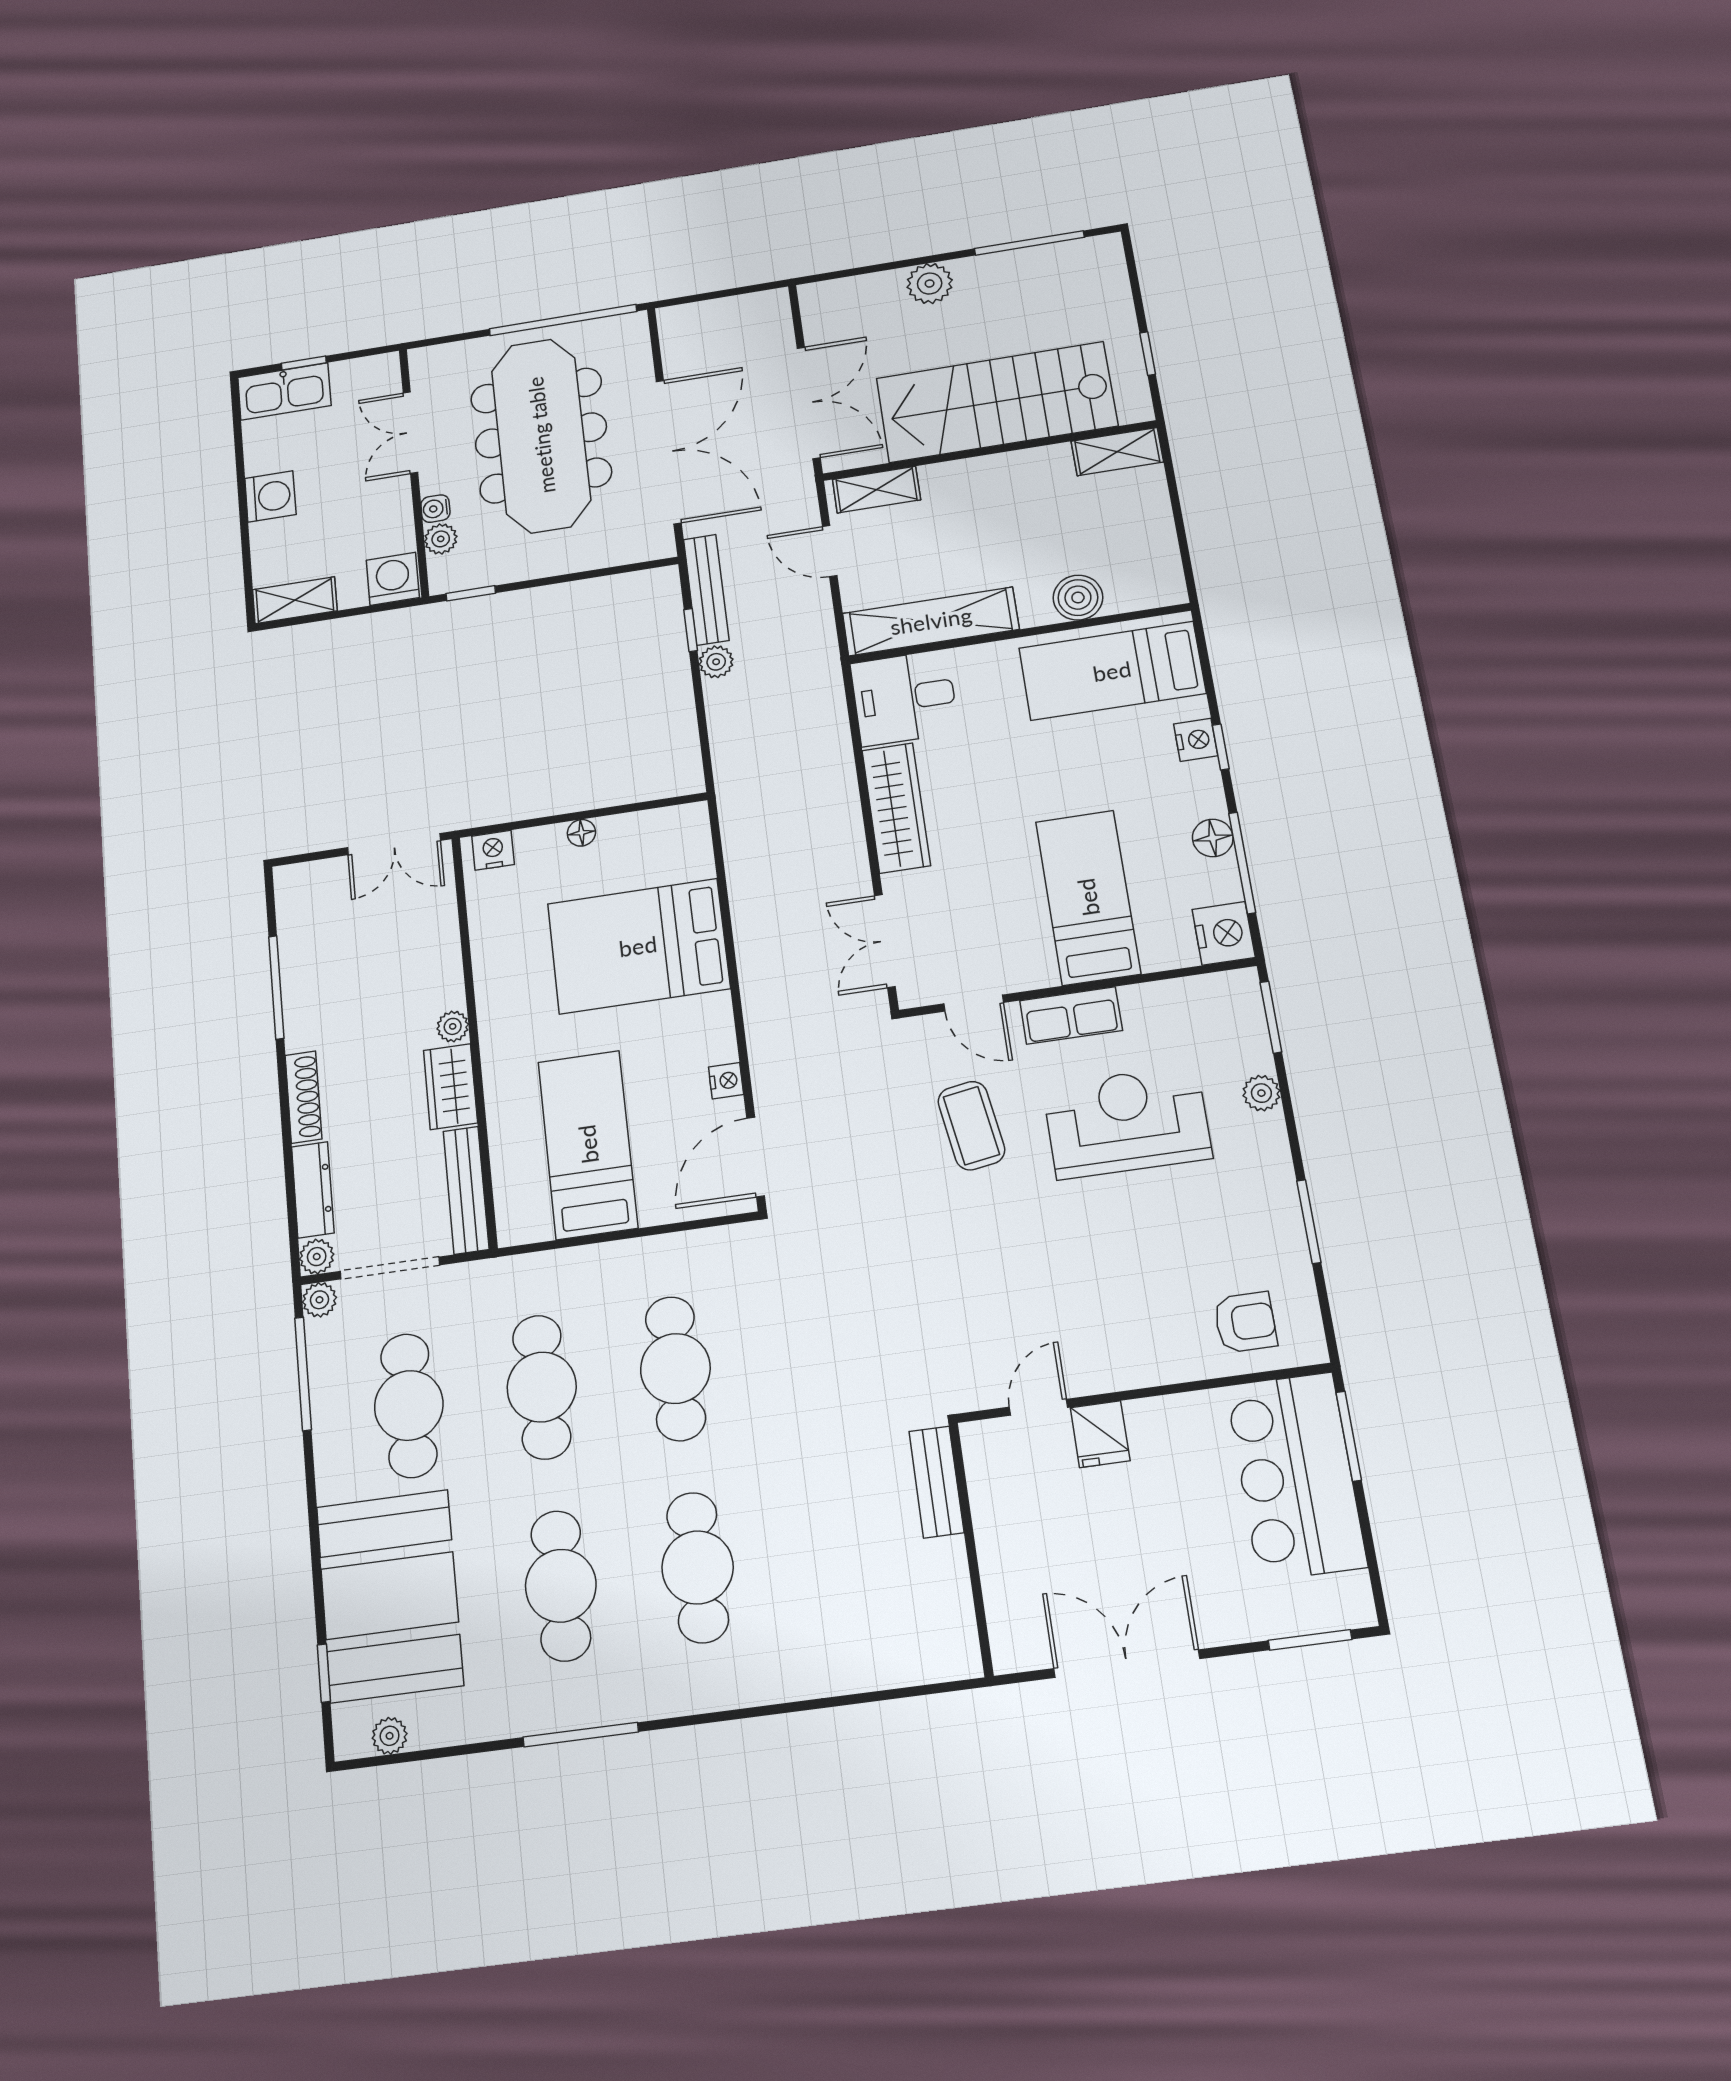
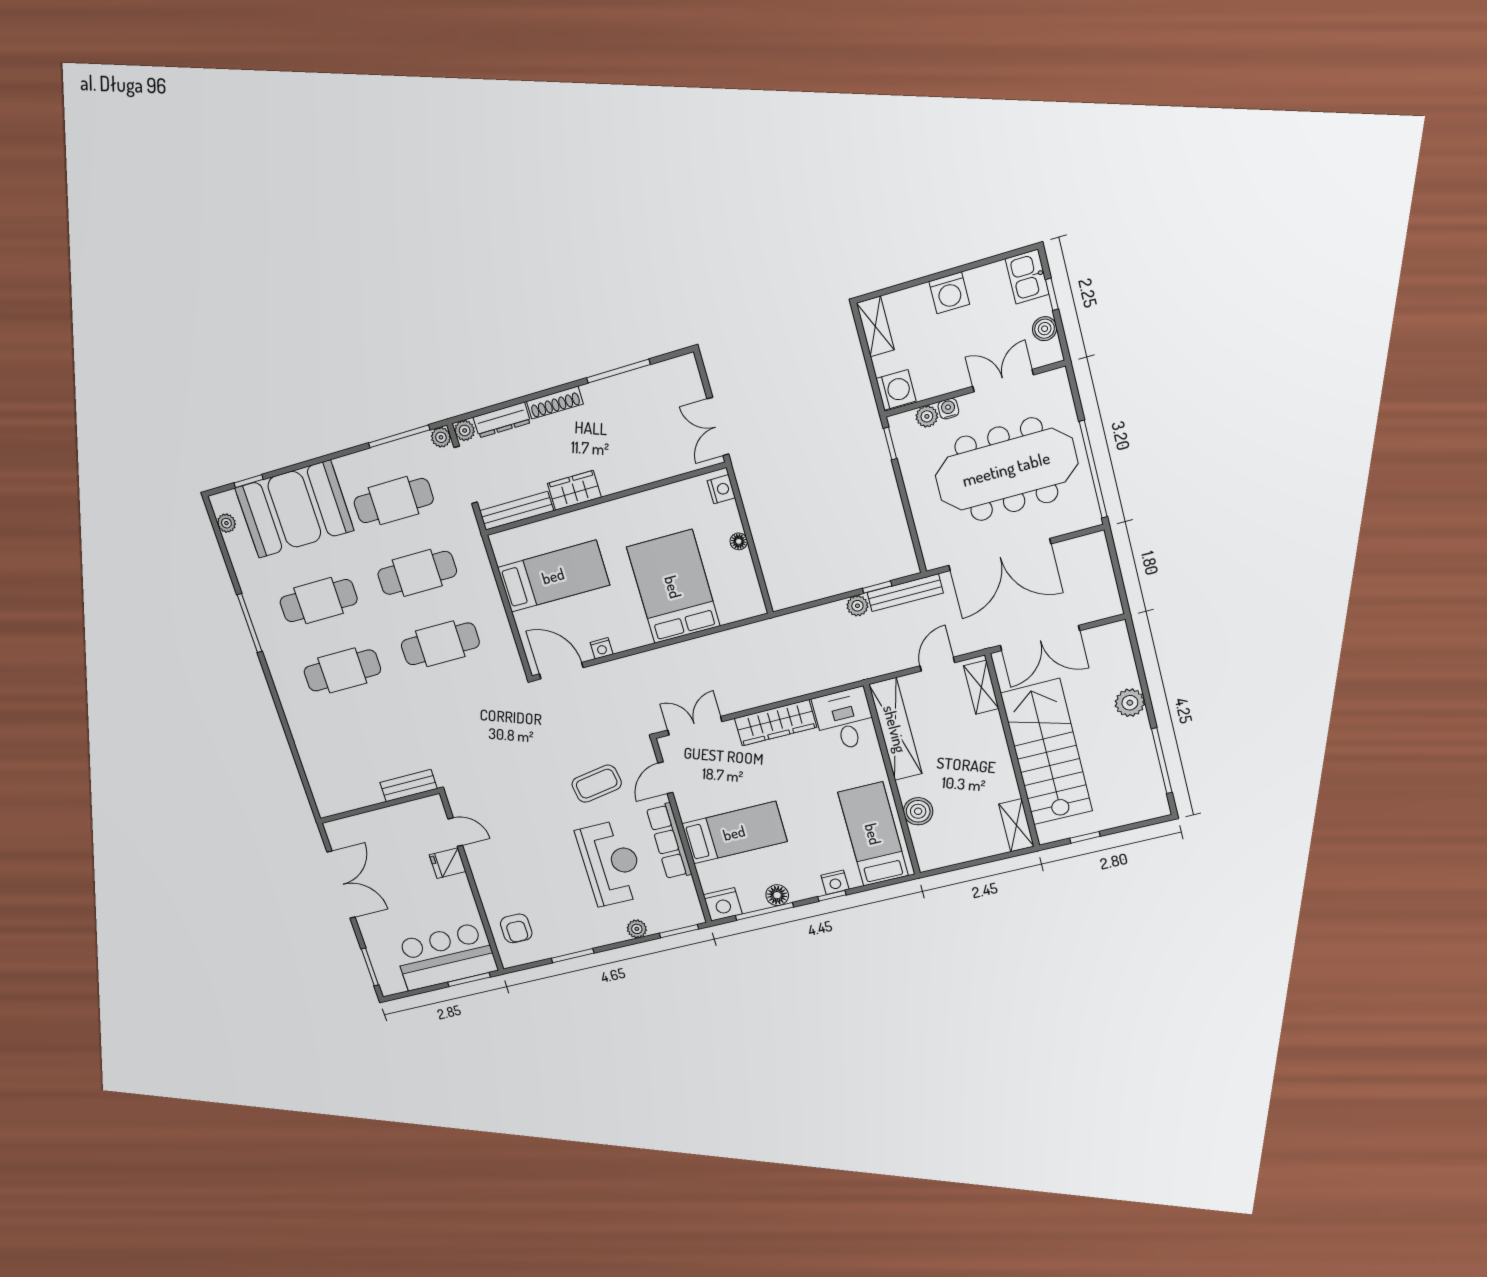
boiler: (349, 375) -> (1045, 329), added
kitchen sink: (284, 391) -> (1027, 277), width x0.73
row of seats: (1071, 1015) -> (669, 841), width x1.48
plant: (453, 1026) -> (610, 485), removed

